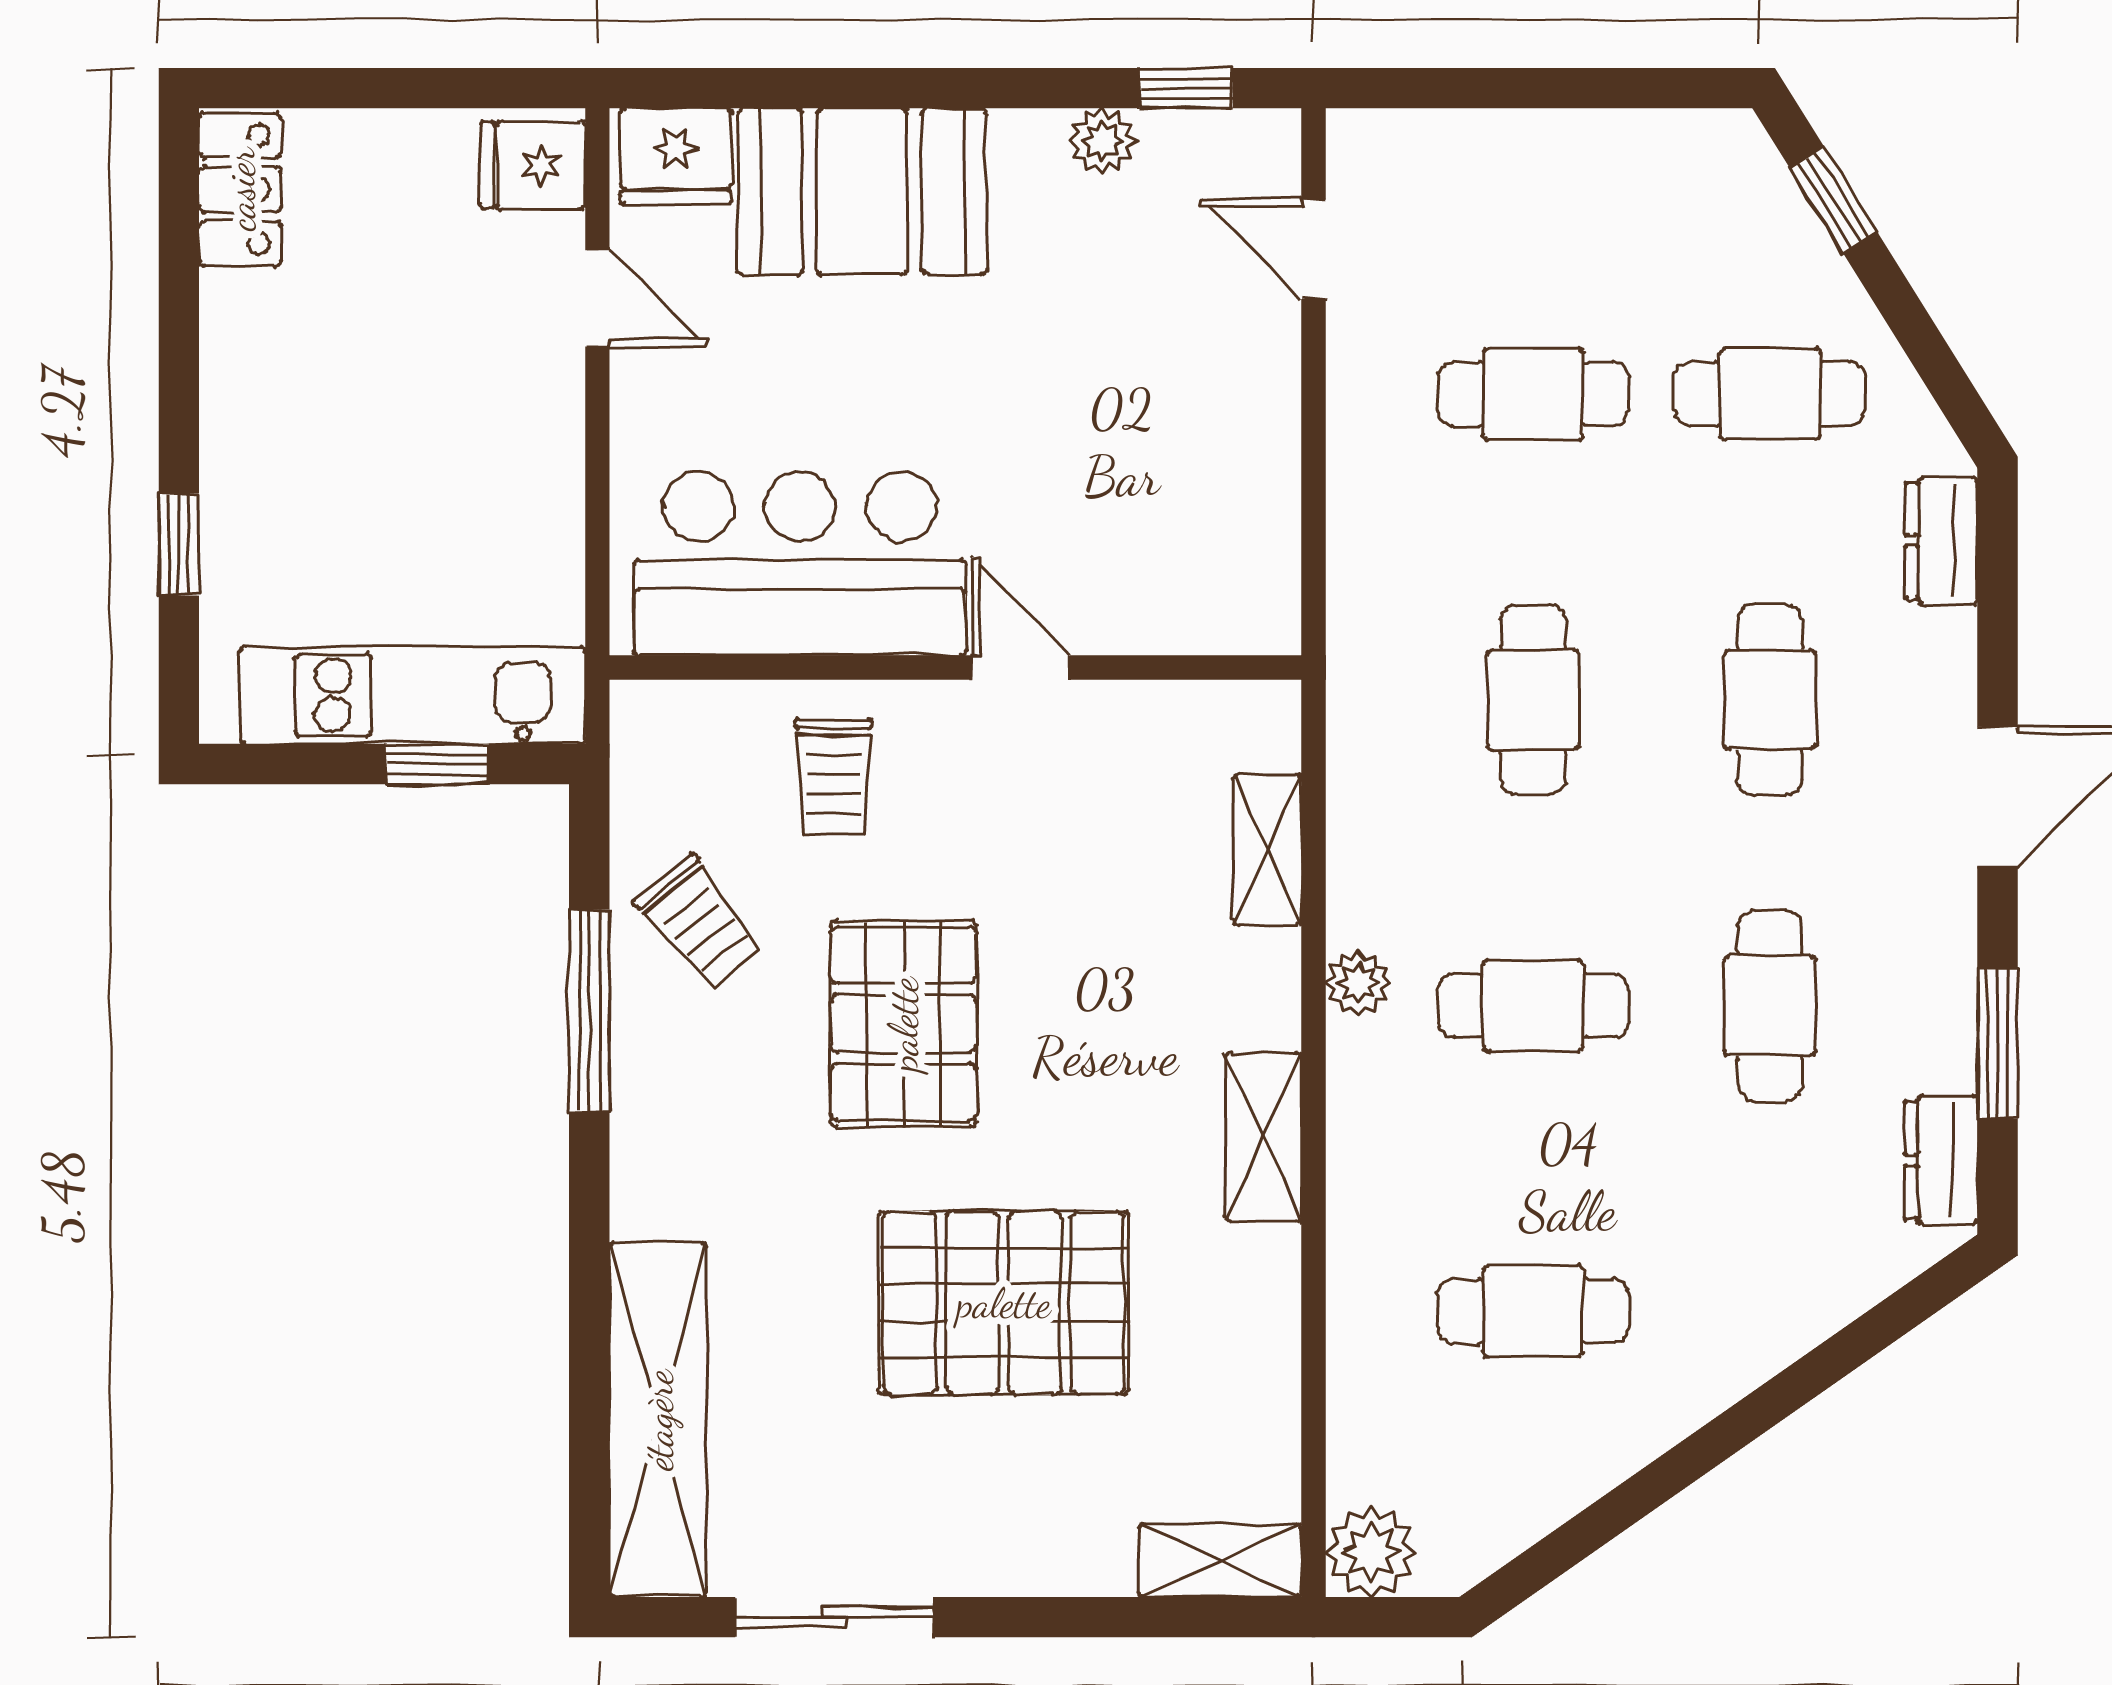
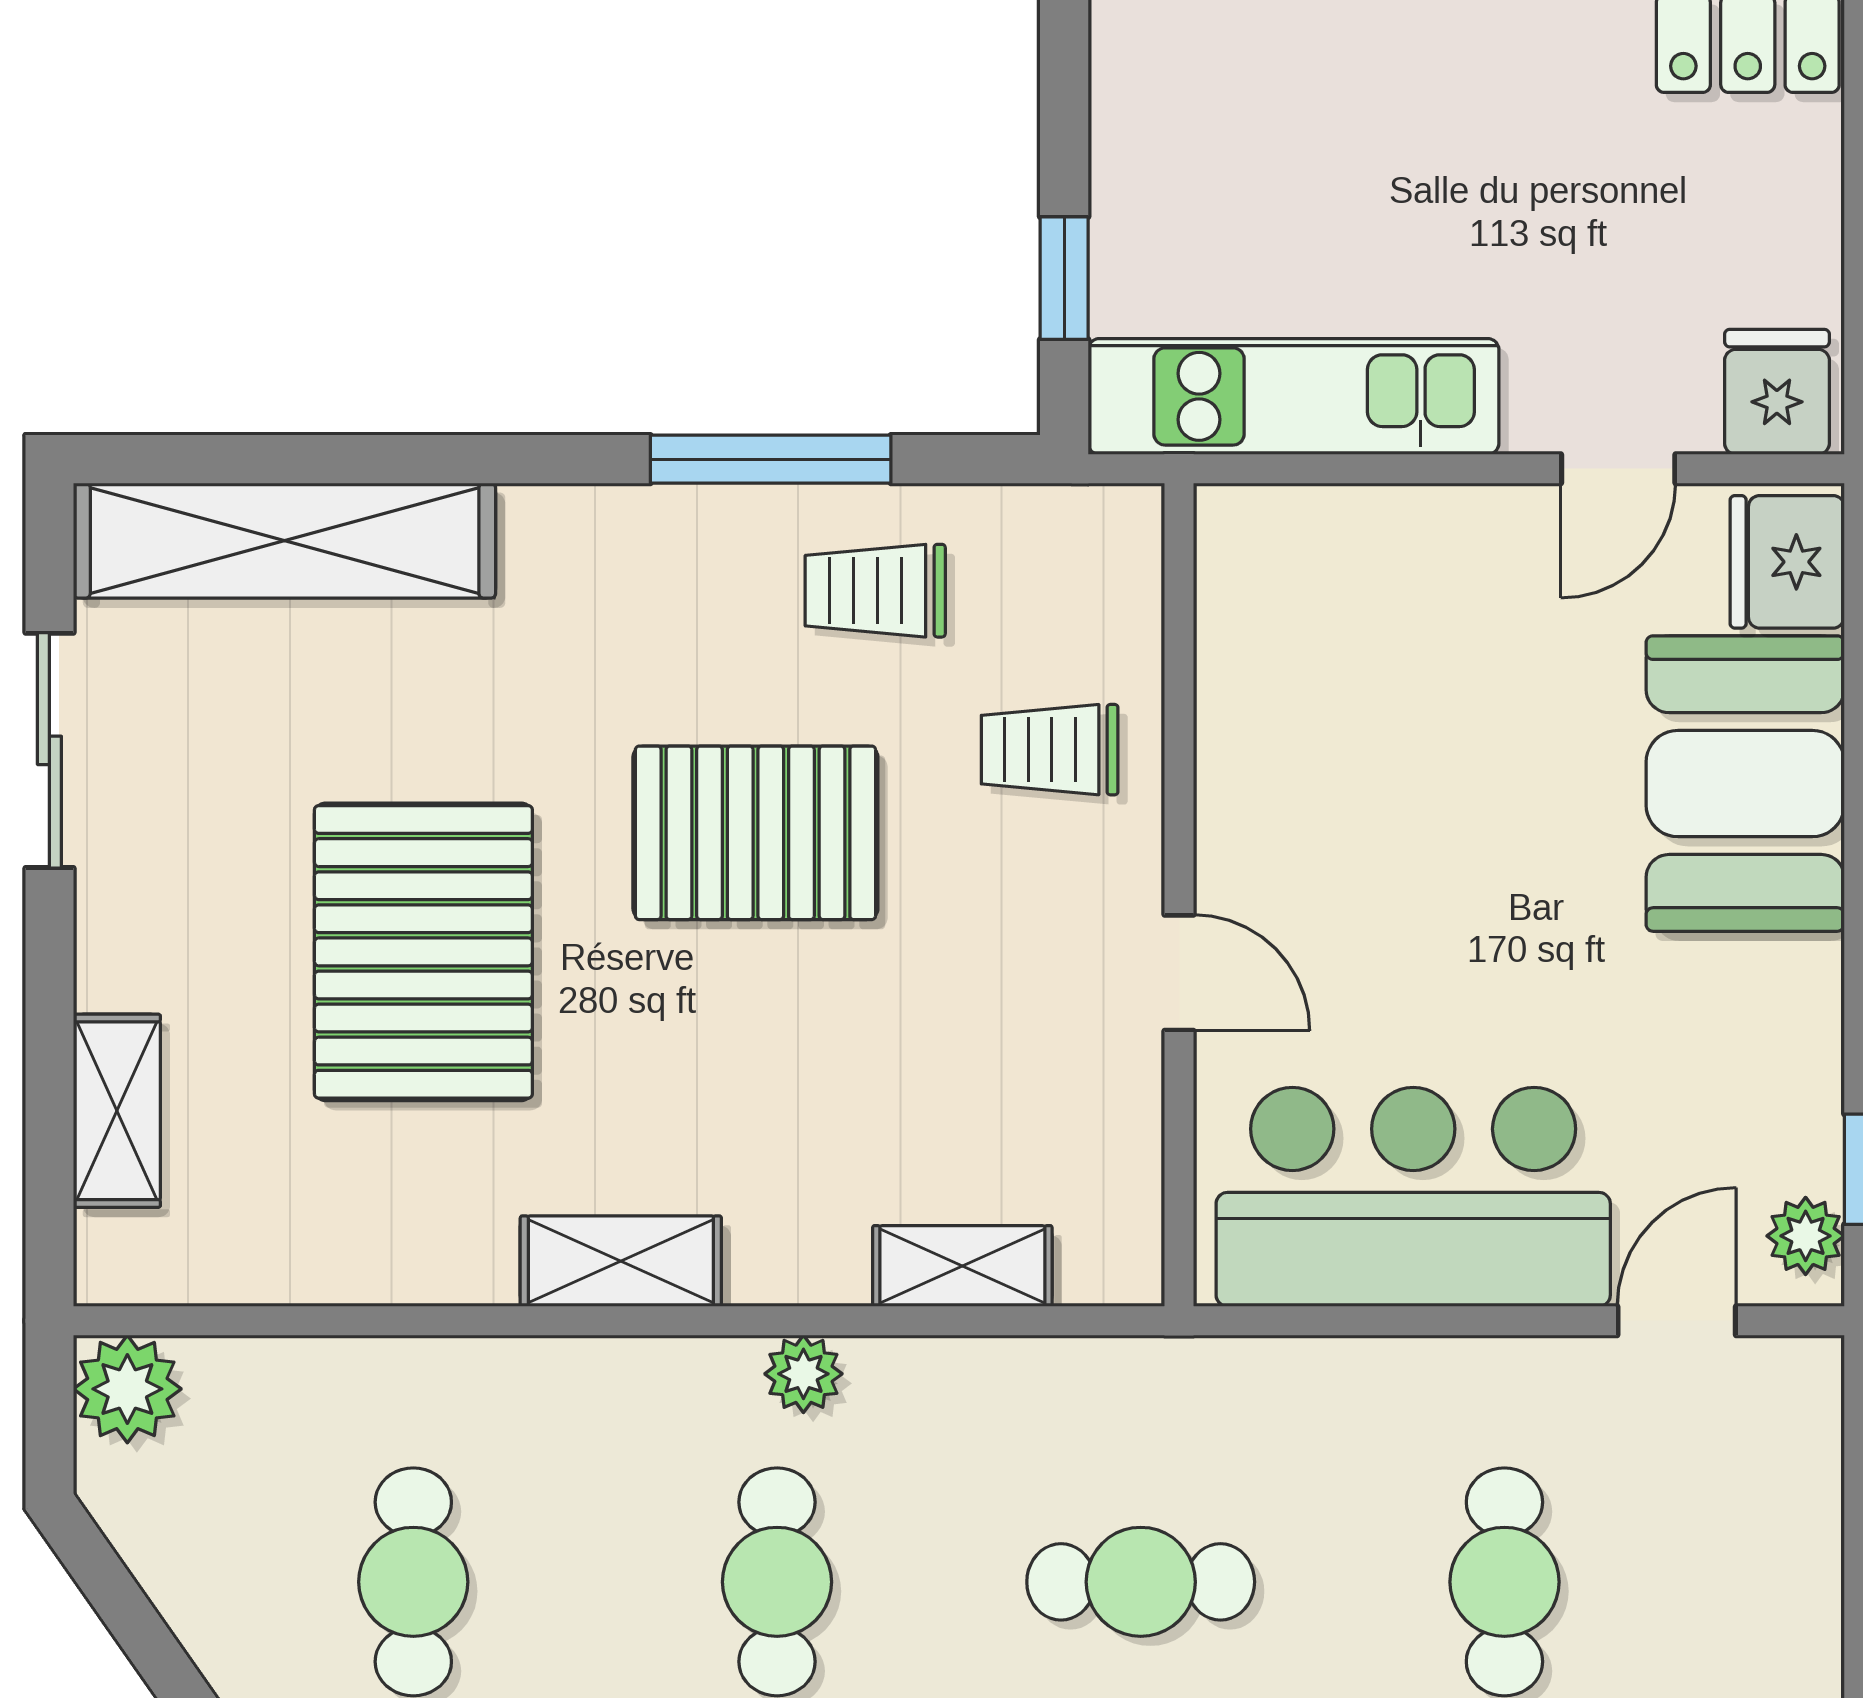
plant: (1102, 141) -> (1806, 1236), moved
bar counter: (800, 563) -> (1413, 1197), moved, turned -90
door: (1021, 668) -> (1179, 973), hinge flipped
kitchen unit: (413, 695) -> (1294, 396), moved, turned -90
trolley: (700, 923) -> (875, 591), turned 39
shelving: (1220, 1560) -> (117, 1111), moved

